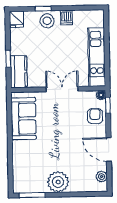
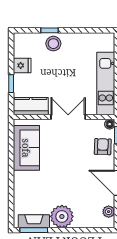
dishwasher: (66, 18) -> (74, 41), removed
fridge: (16, 19) -> (22, 65), moved, turned -90
kitchen counter: (19, 72) -> (31, 106), moved, turned -90
fireplace: (32, 187) -> (34, 221), added

